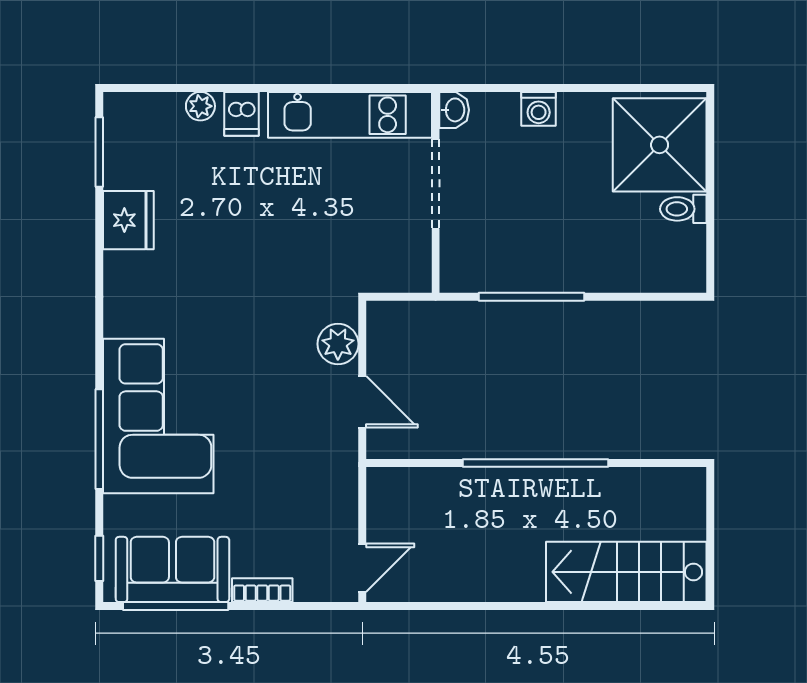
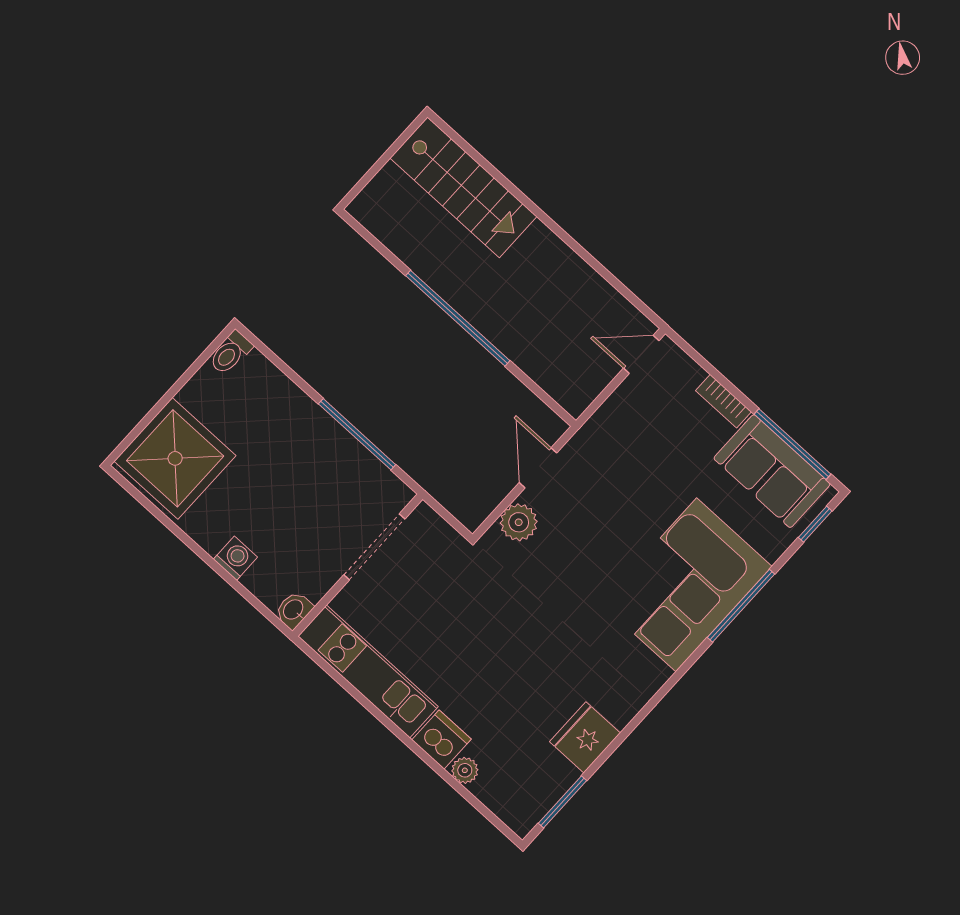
dishwasher: (241, 114) -> (442, 740), width x1.38
doorway: (436, 184) -> (374, 547), moved
toilet: (683, 209) -> (231, 353), moved, turned 90

